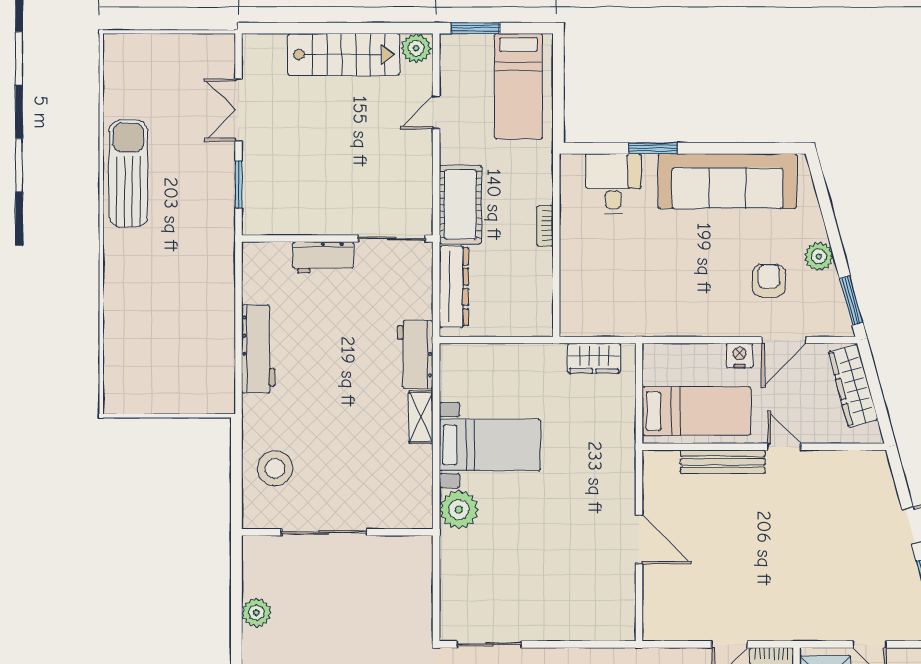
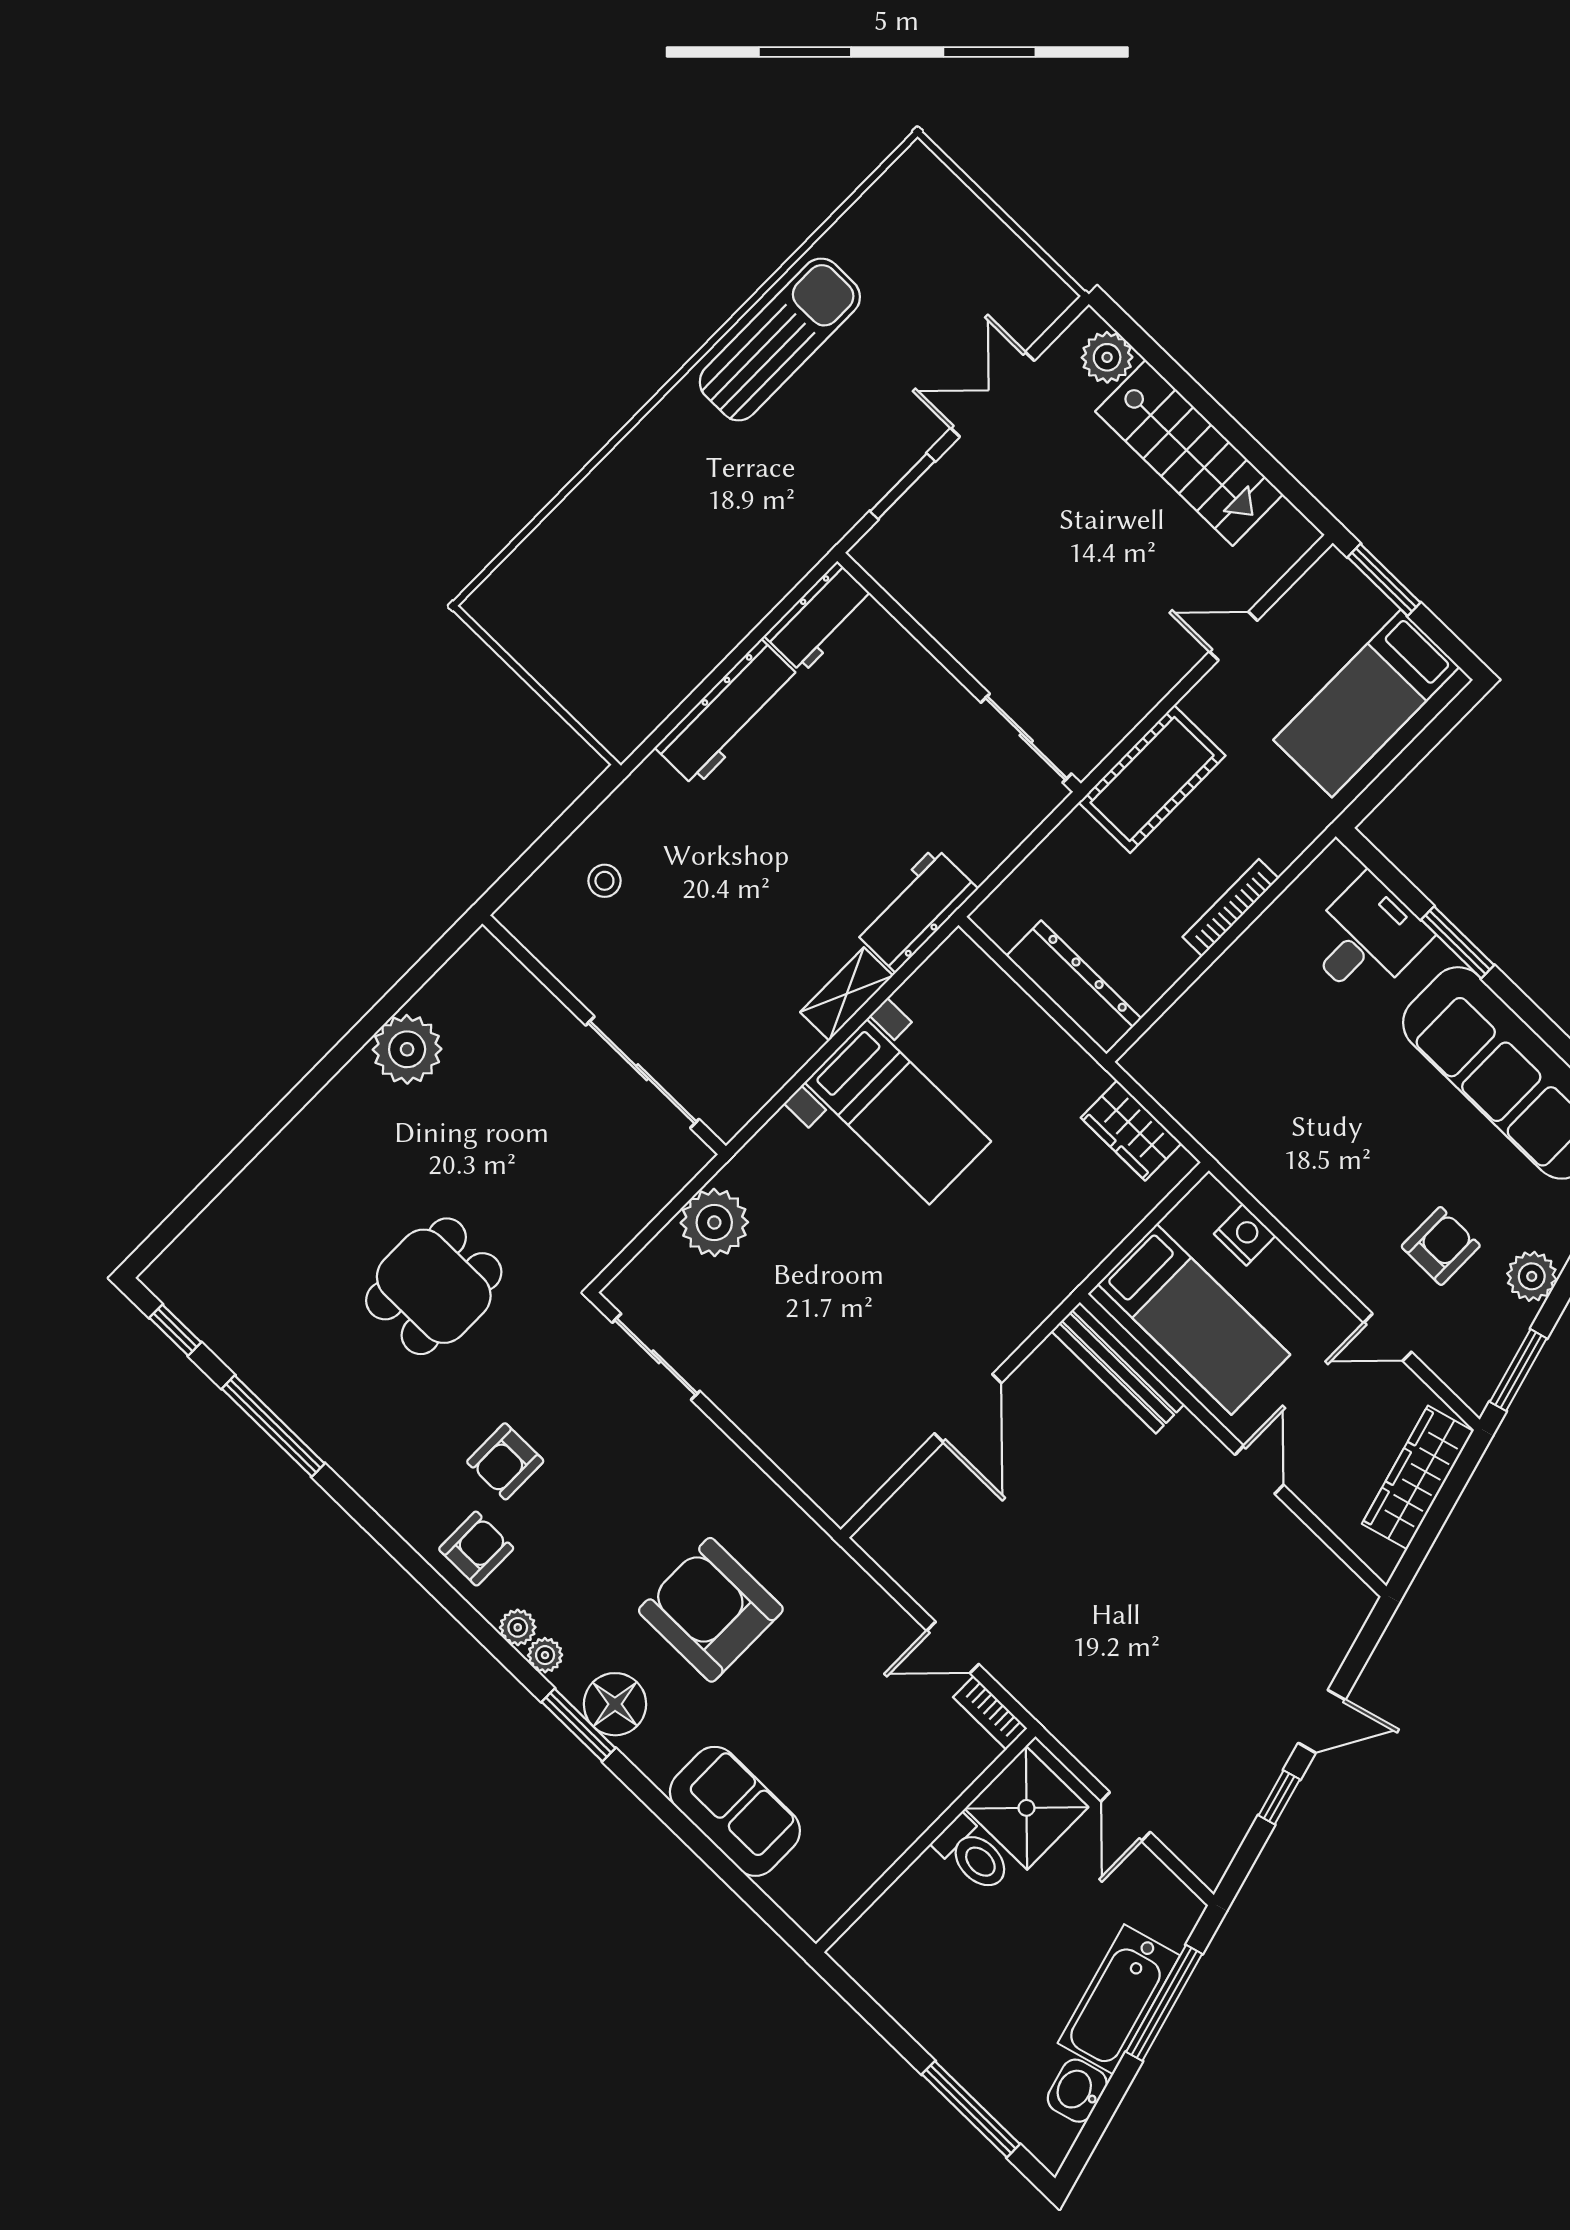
plant: (416, 48) -> (1107, 357), moved
bookcase: (545, 226) -> (1231, 908), width x1.56
workbench: (323, 257) -> (820, 617), moved, turned -90
dresser: (454, 287) -> (1074, 987), moved, turned -90
door: (784, 340) -> (1388, 1337), width x0.73
nightstand: (739, 355) -> (1245, 1235), moved
bench: (723, 462) -> (1118, 1368), moved
stool: (275, 468) -> (604, 881), width x0.53, depth x0.53
plant: (459, 510) -> (714, 1222), moved
sliding door: (324, 532) -> (642, 1072), moved
plant: (256, 613) -> (407, 1049), width x1.36, depth x1.36

